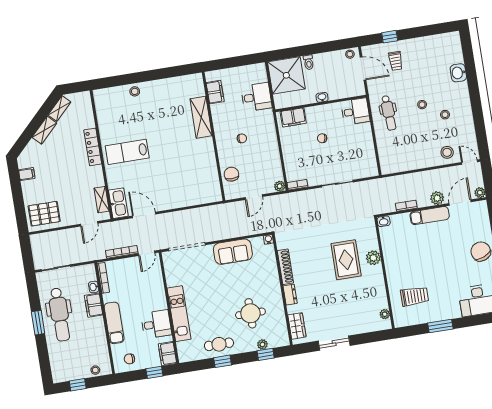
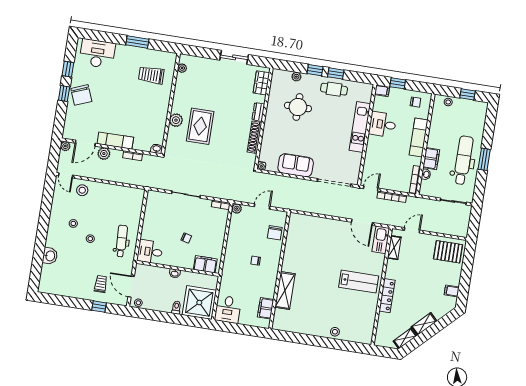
desk: (256, 97) -> (228, 309), moved, turned -90
filing cabinet: (167, 354) -> (382, 91), width x0.50
window: (266, 354) -> (315, 70), moved

